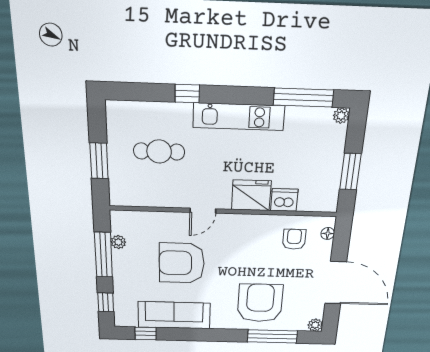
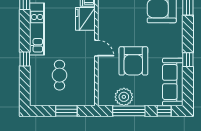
plant: (118, 242) -> (124, 97), width x1.88, depth x1.88
sofa: (174, 315) -> (173, 82), moved
window: (146, 333) -> (188, 60), moved

